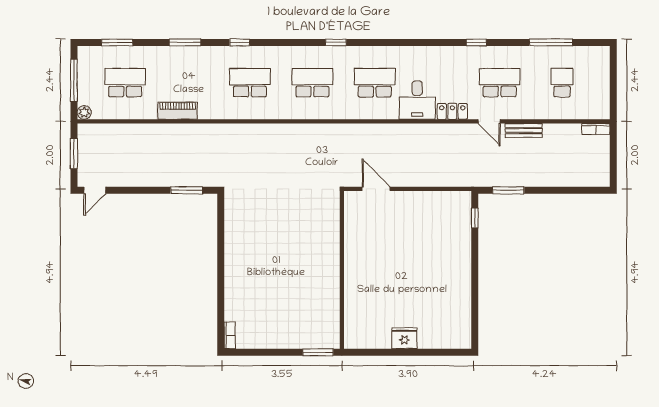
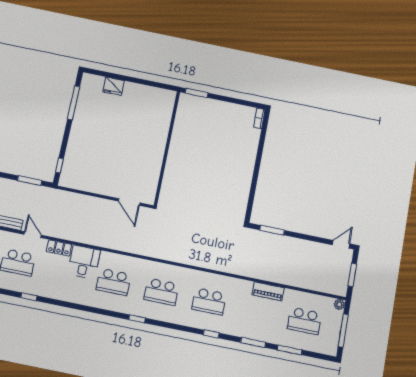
window: (117, 42) -> (290, 350), moved
window: (475, 305) -> (74, 103), added
fridge: (404, 338) -> (114, 86), moved

